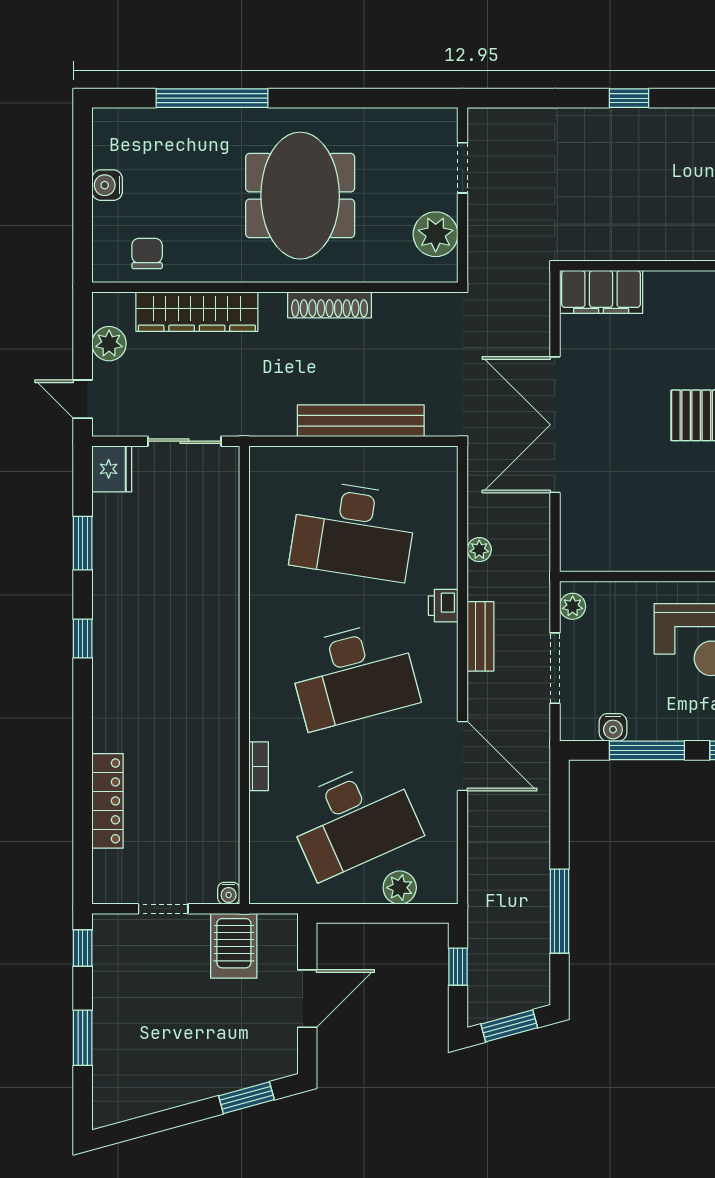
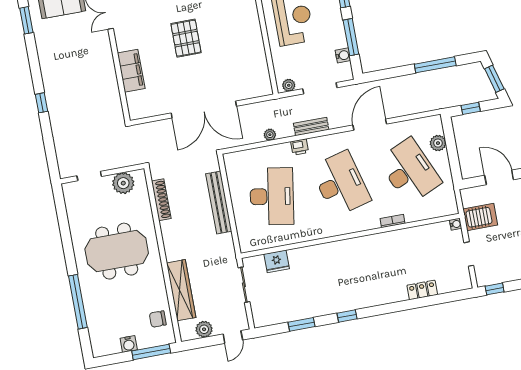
window: (83, 228) -> (151, 352), added
filing cabinet: (601, 292) -> (131, 71), moved
shoe rack: (330, 305) -> (161, 200), moved
fridge: (112, 469) -> (277, 261), moved, turned 180
locker: (108, 801) -> (422, 290), width x0.66

